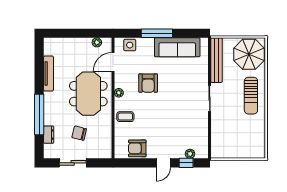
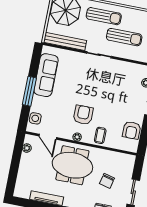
armchair: (148, 83) -> (83, 115), moved, turned -90
sun lounger: (233, 121) -> (124, 37), added

